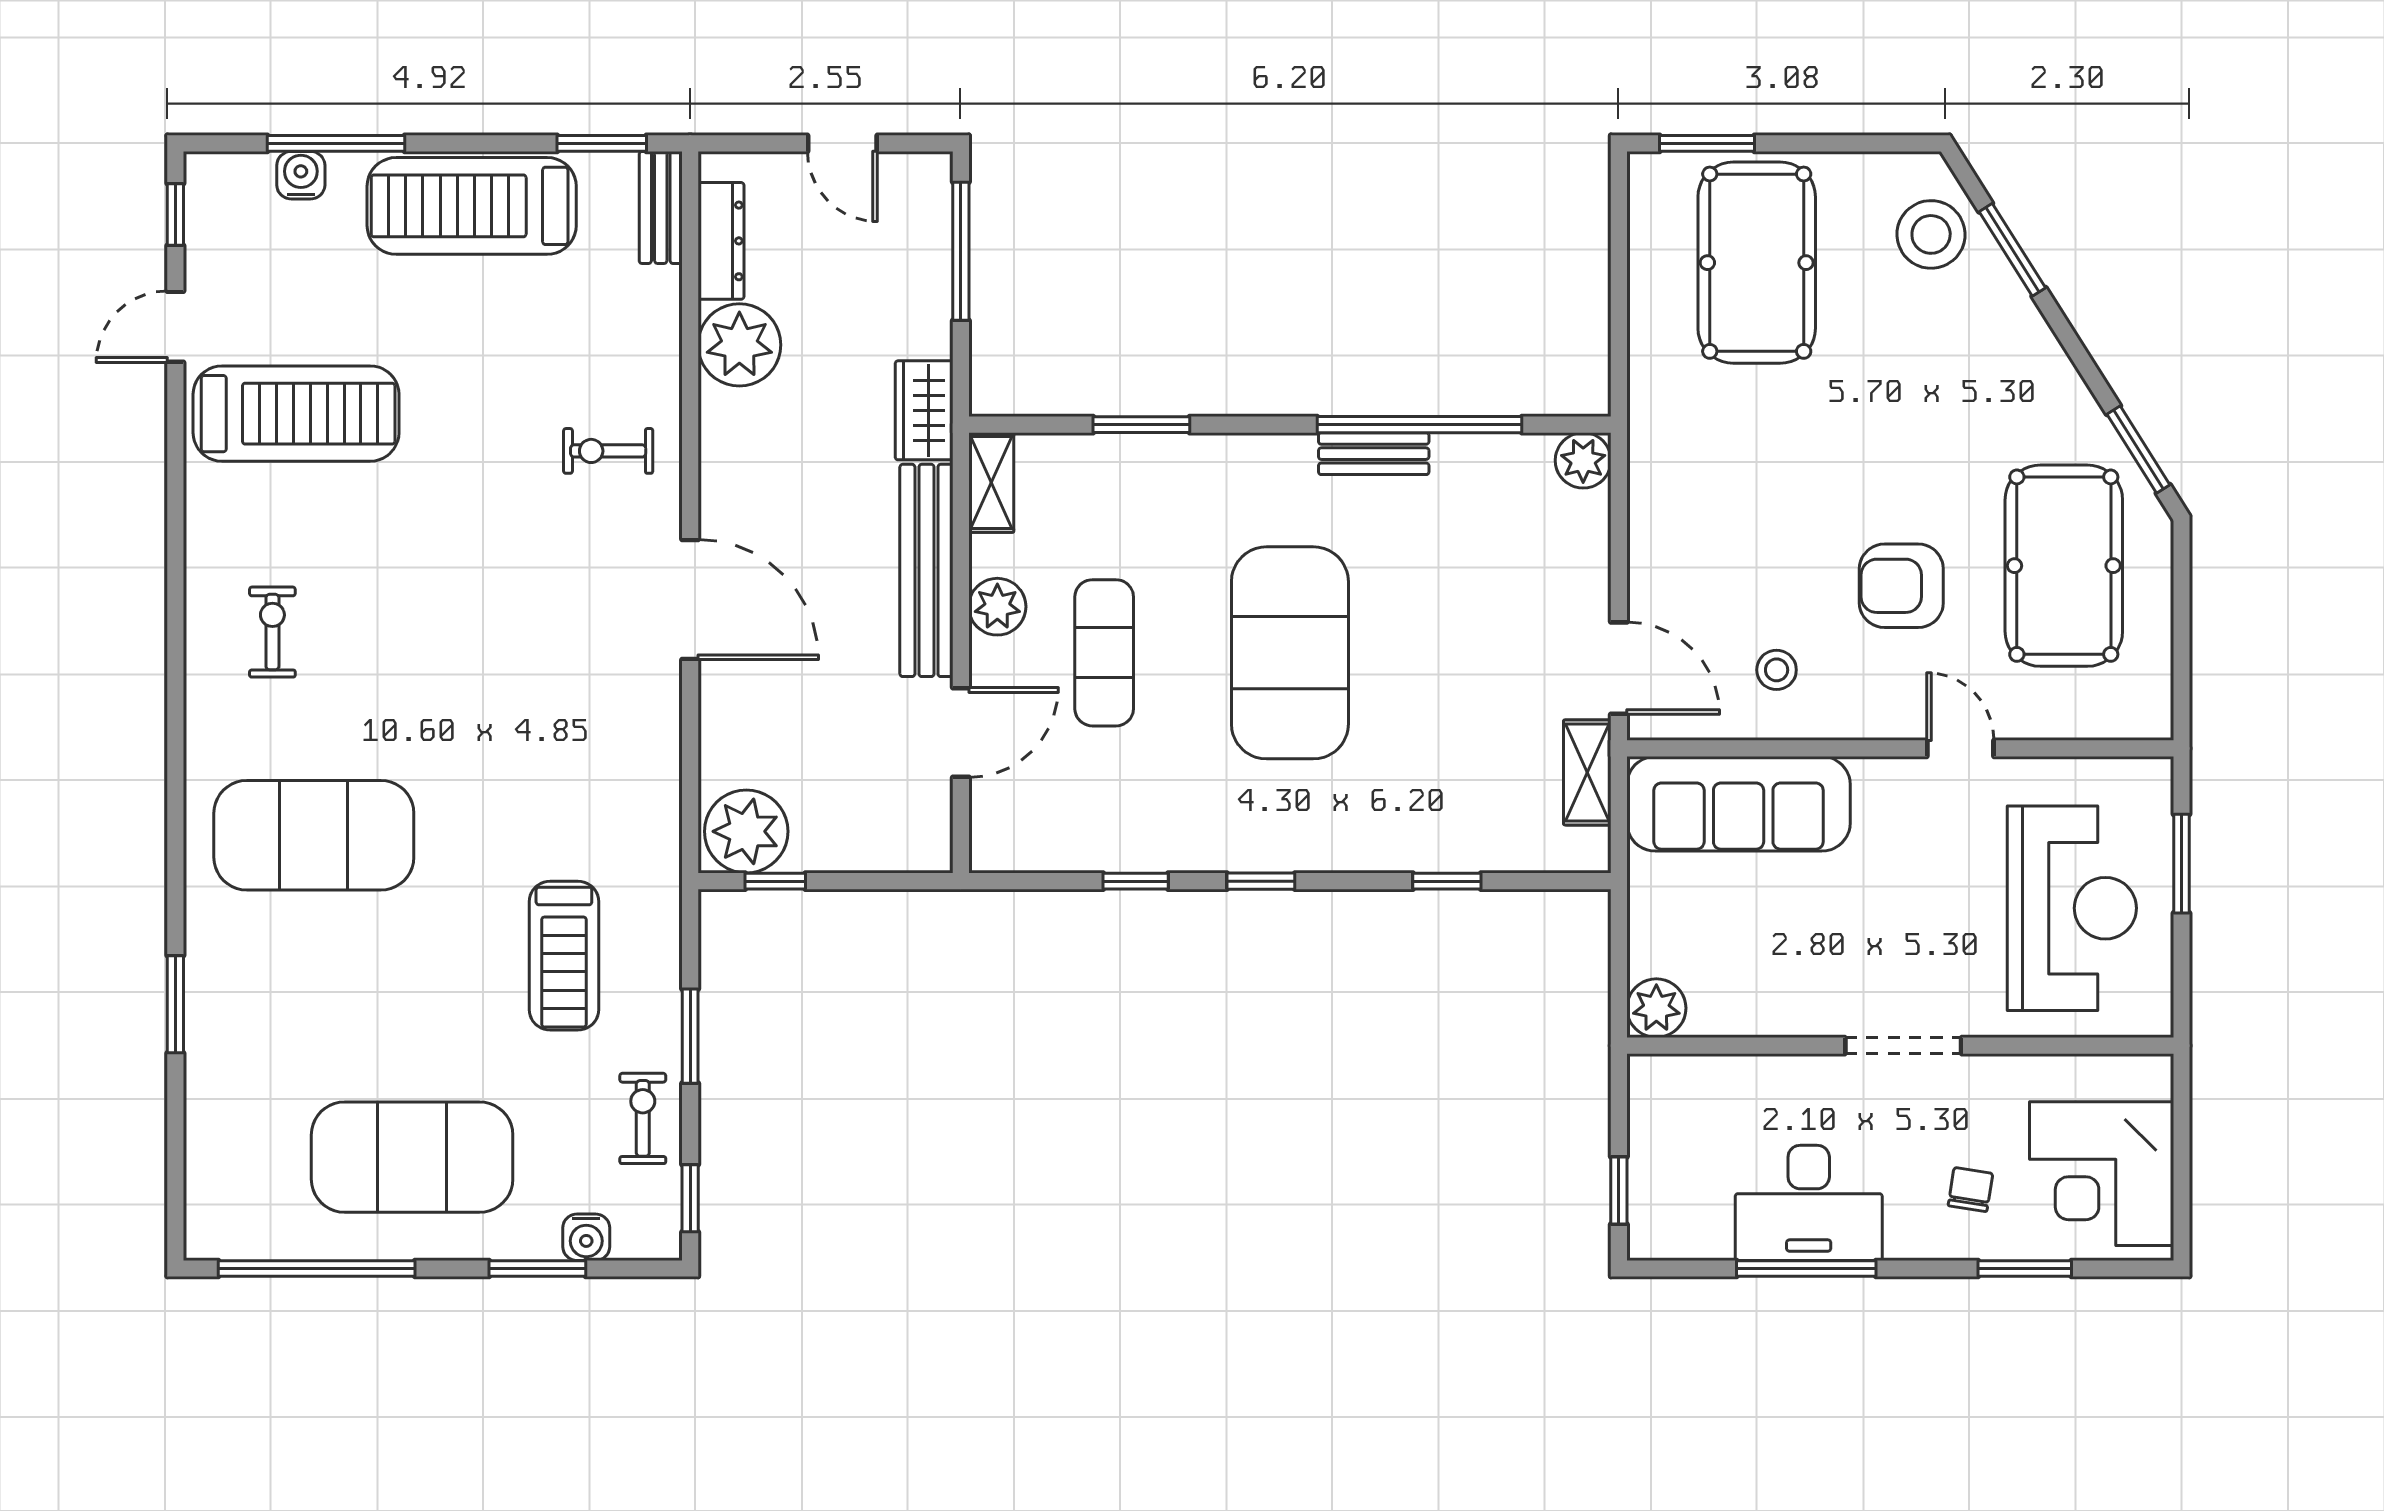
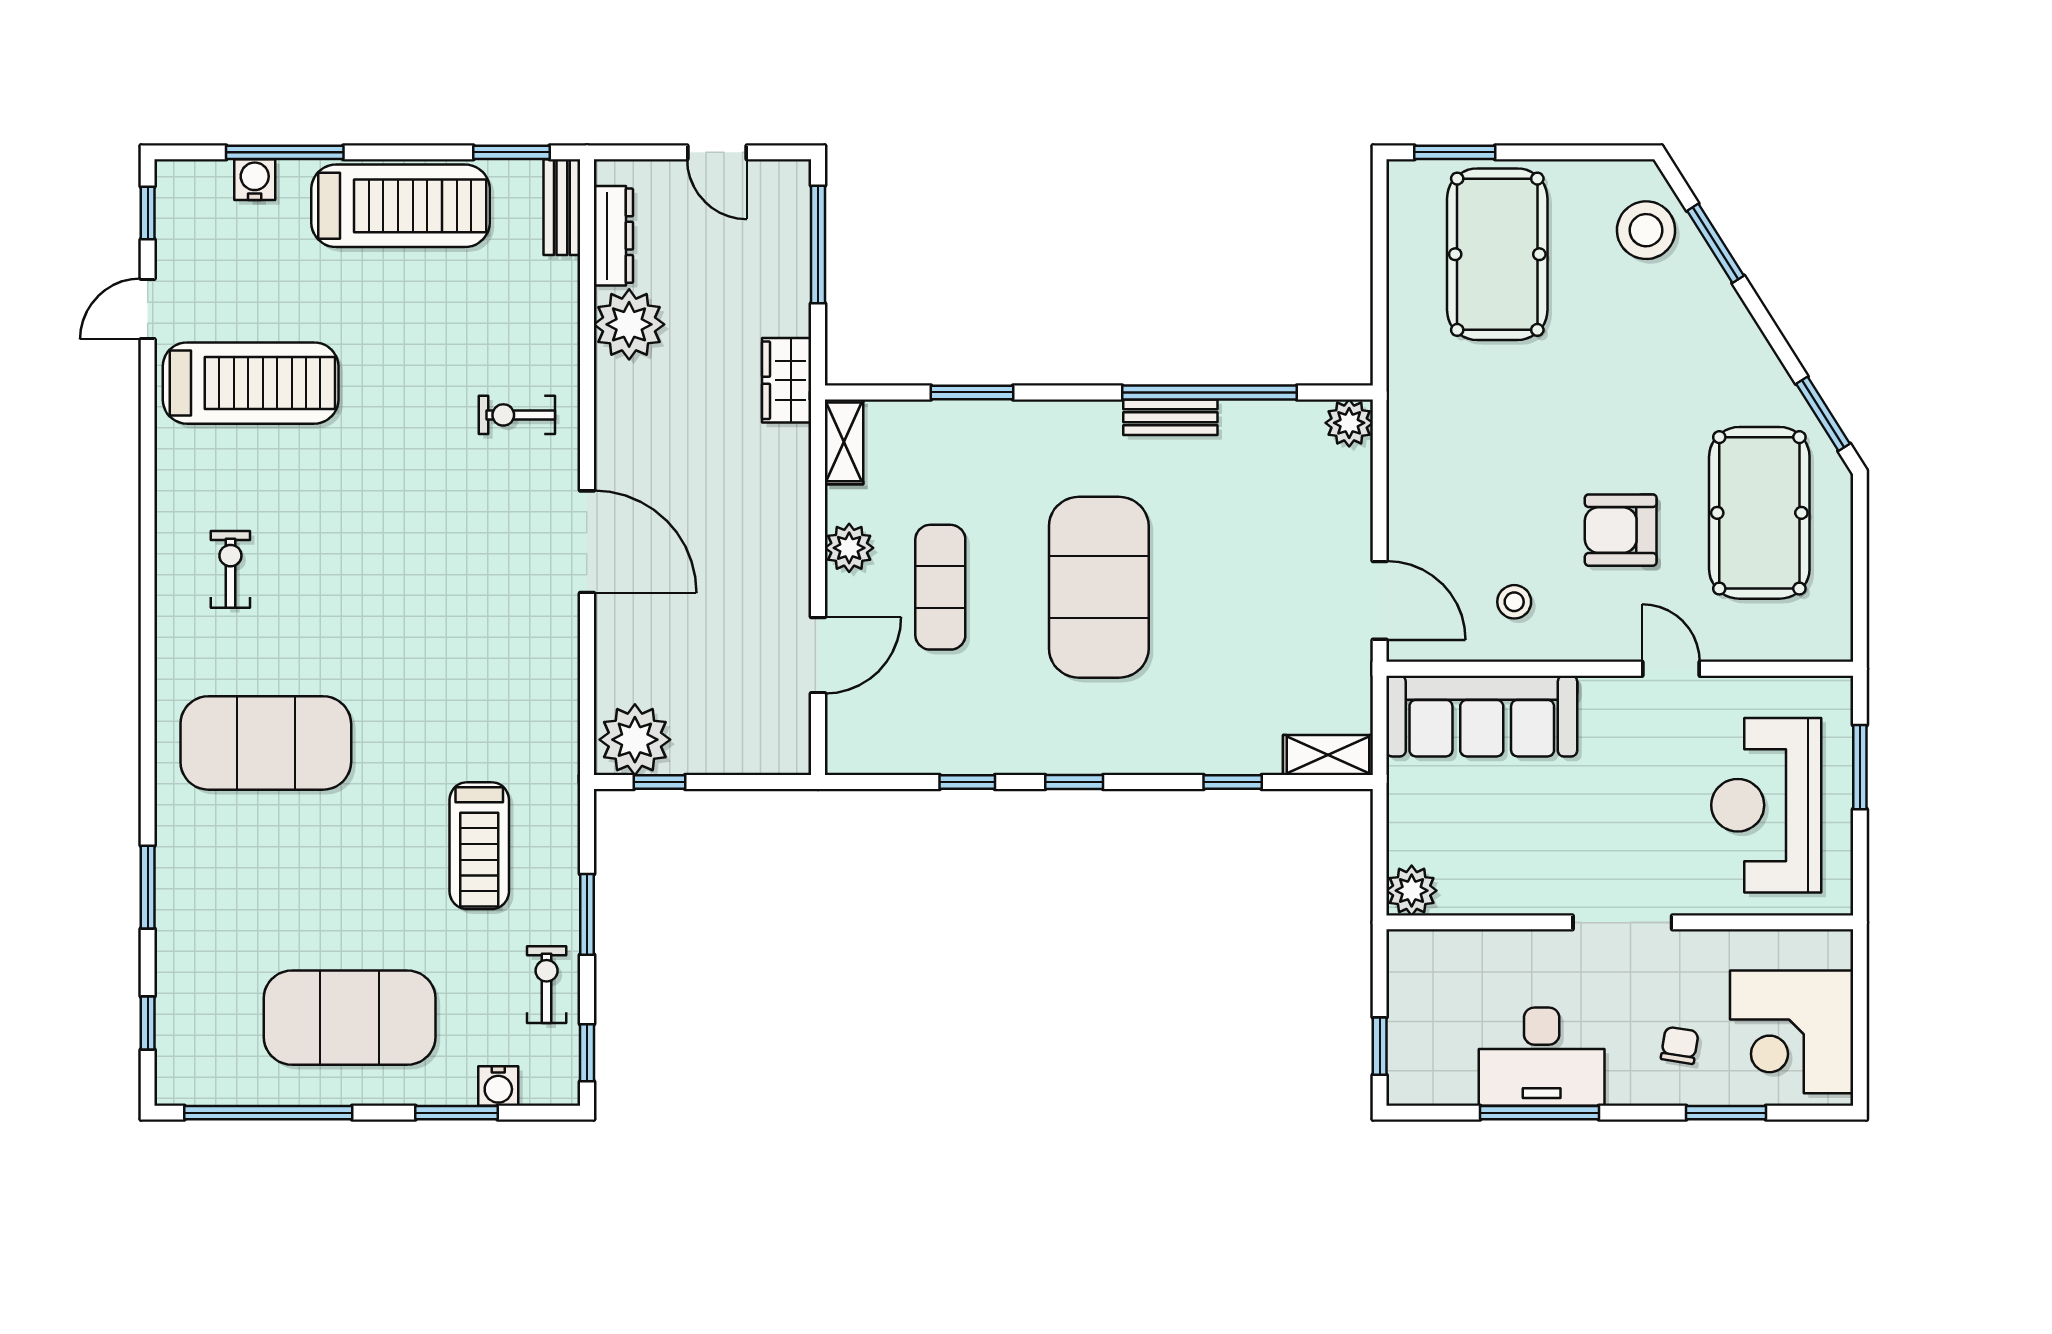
treadmill: (472, 206) -> (400, 206), turned 180
bench: (926, 570) -> (789, 517), removed
shelving: (1587, 772) -> (1328, 755), moved, turned 90
reception desk: (2072, 908) -> (1766, 805), turned 180
window: (175, 1163) -> (148, 1023), added

